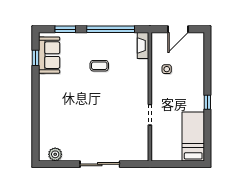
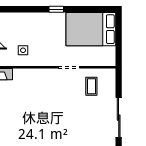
coffee table: (99, 66) -> (91, 86), moved
bed: (193, 136) -> (91, 29), width x1.50

